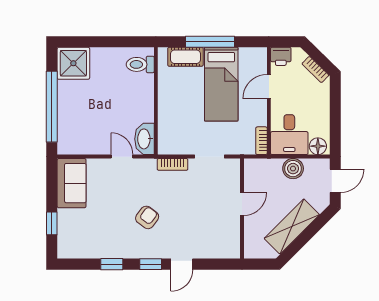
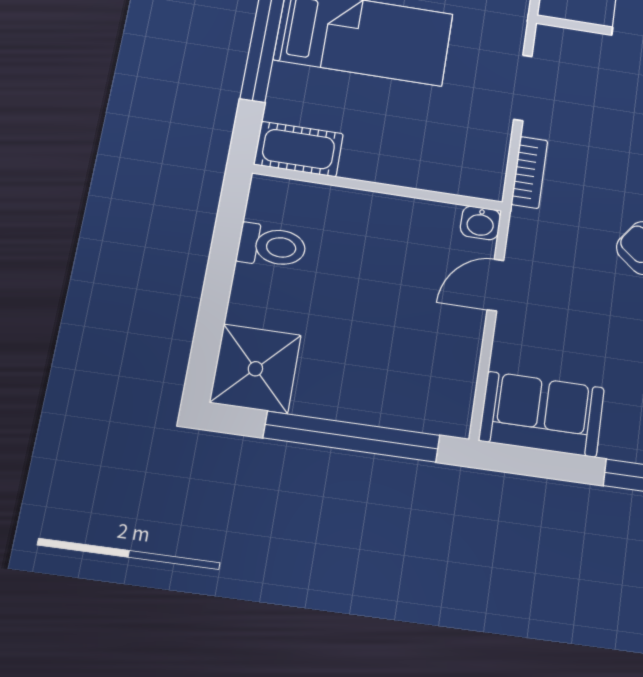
cot: (185, 57) -> (299, 149), moved, turned 90
toilet: (140, 64) -> (272, 246), moved, turned -90
washbasin: (144, 139) -> (480, 223), width x0.52, depth x0.69

